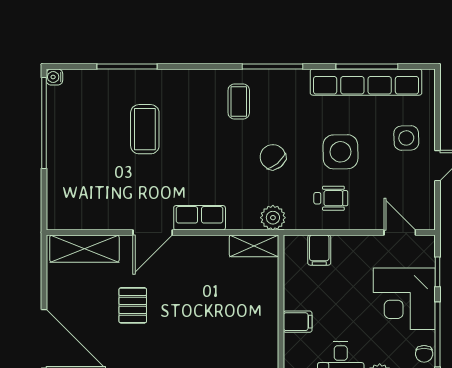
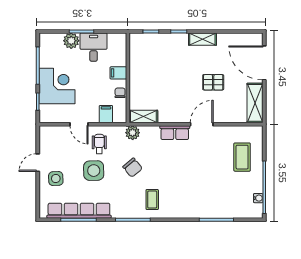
water cooler: (54, 77) -> (258, 198), moved
coffee table: (145, 129) -> (242, 157), moved
wheelchair: (331, 198) -> (99, 144), turned 90
door: (400, 232) -> (79, 124), moved
shelving: (84, 249) -> (255, 103), moved, turned 90
pallet: (133, 305) -> (213, 82), turned 90
chair: (424, 354) -> (120, 93), moved

